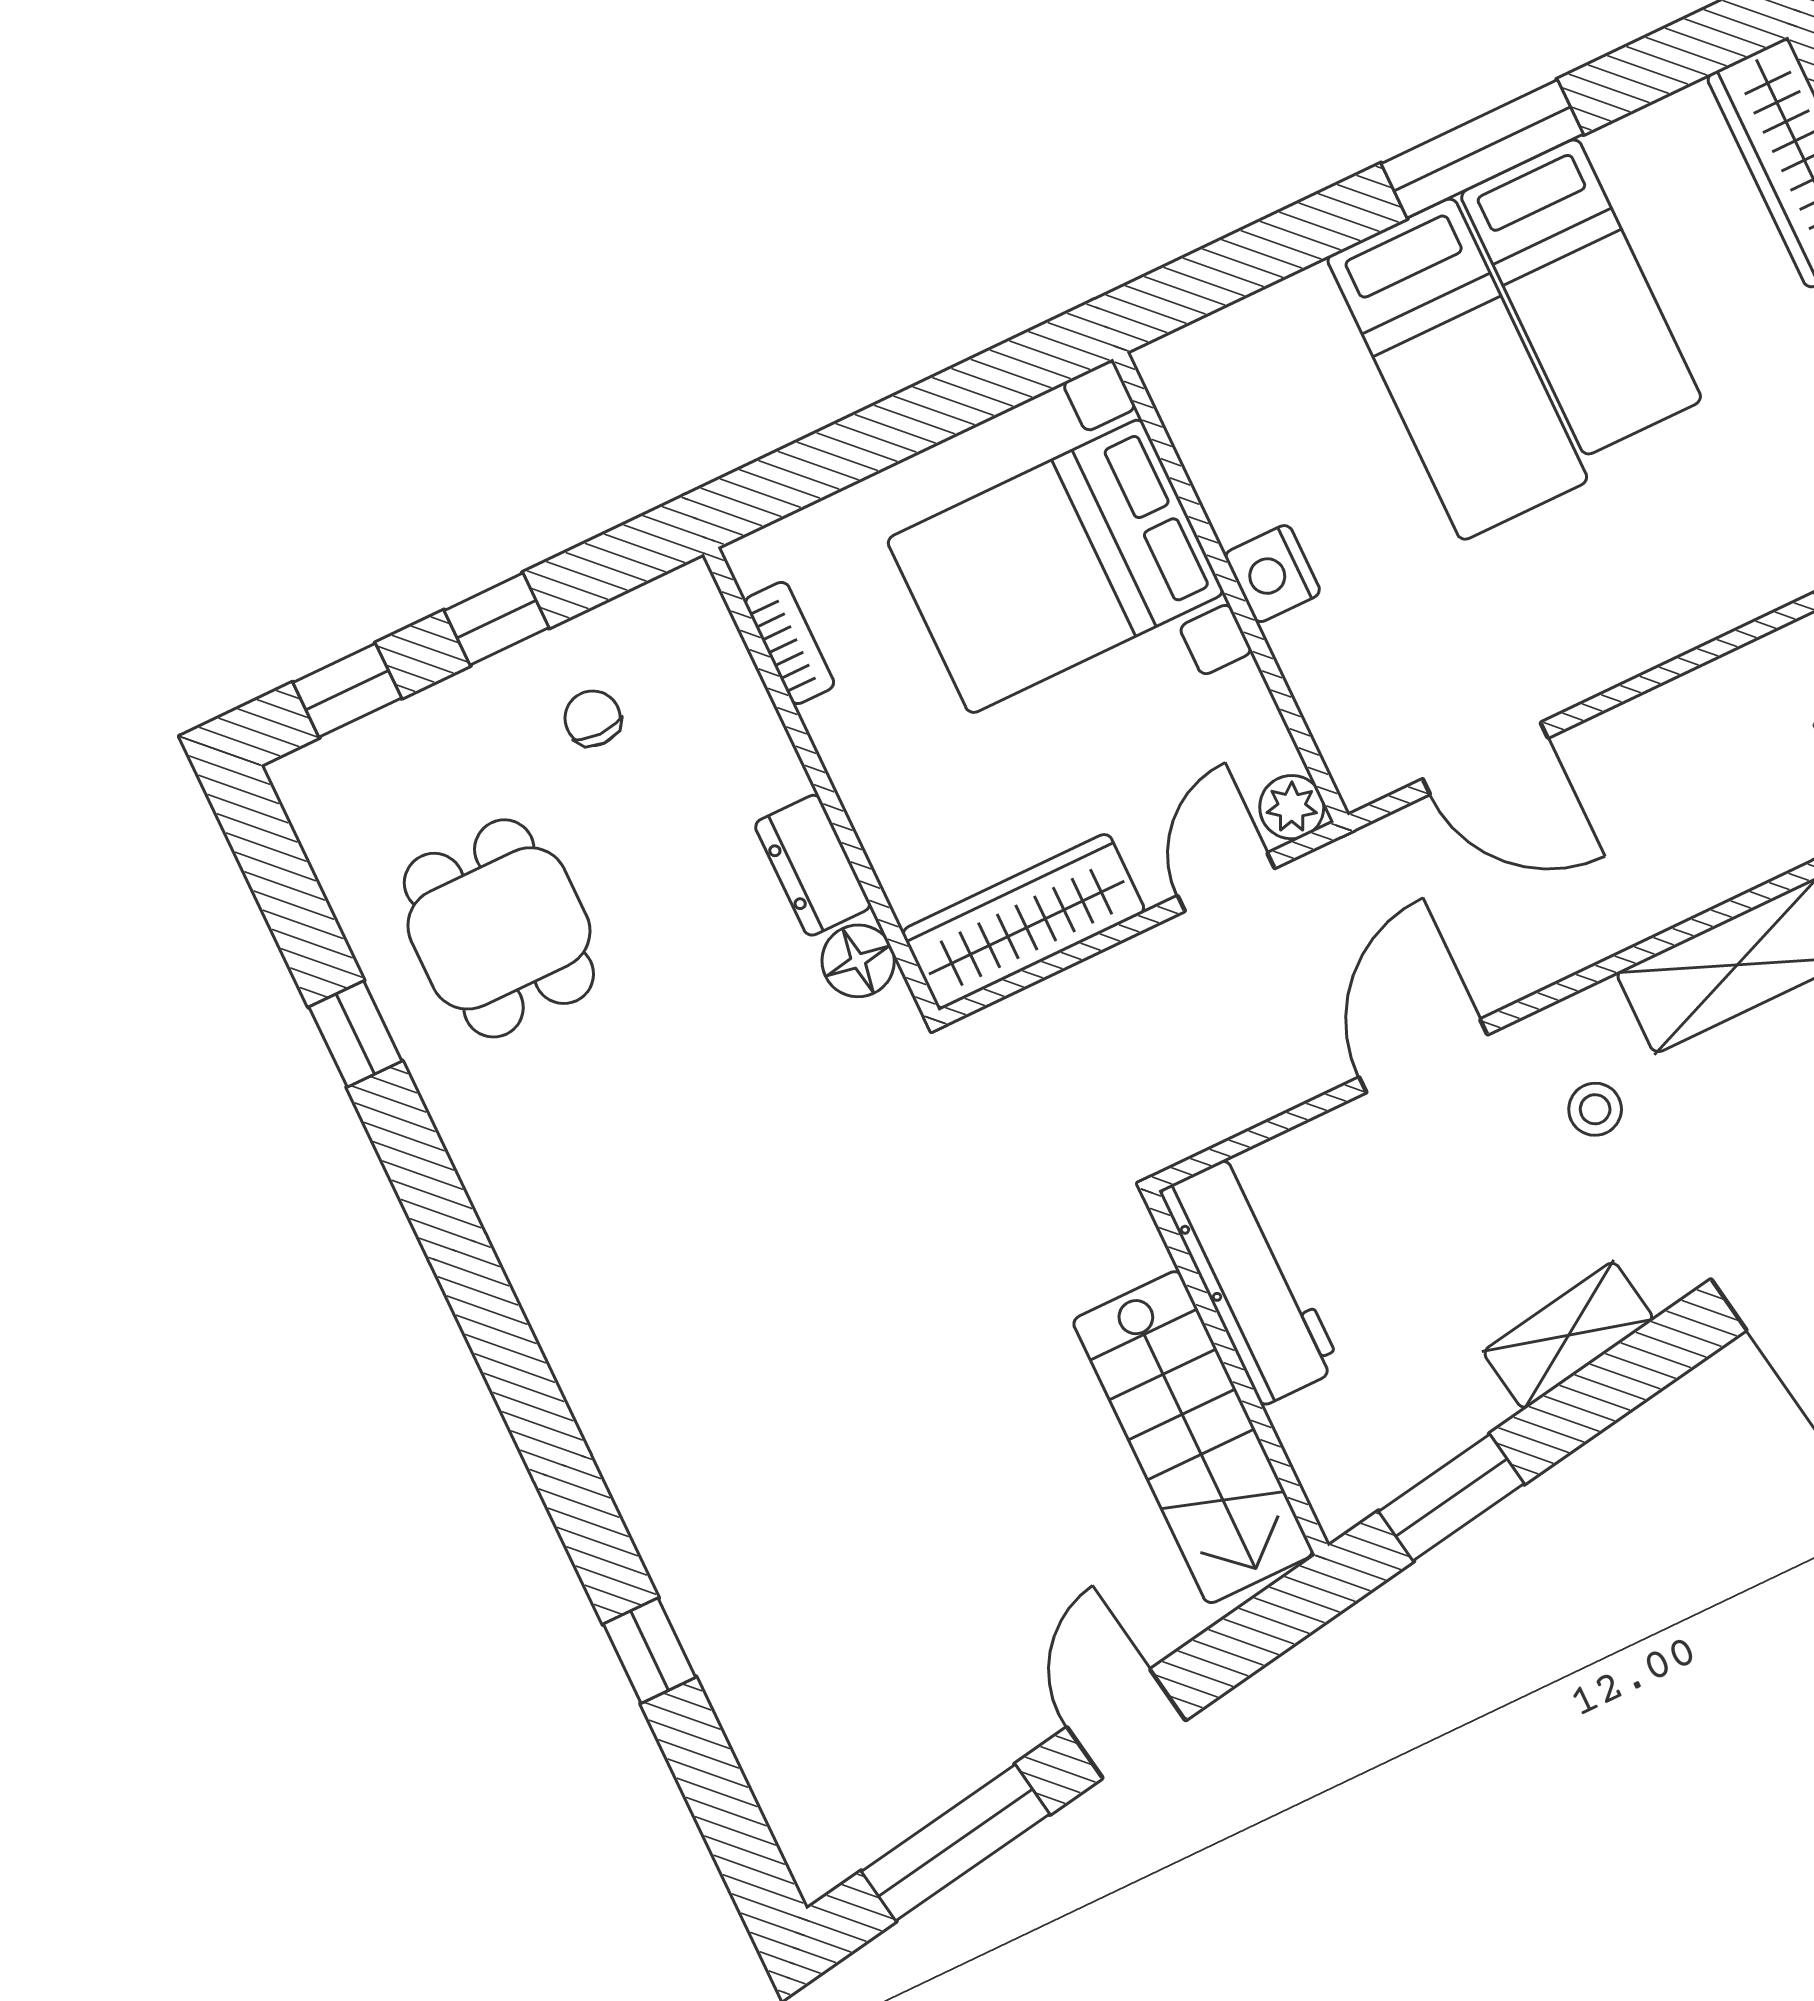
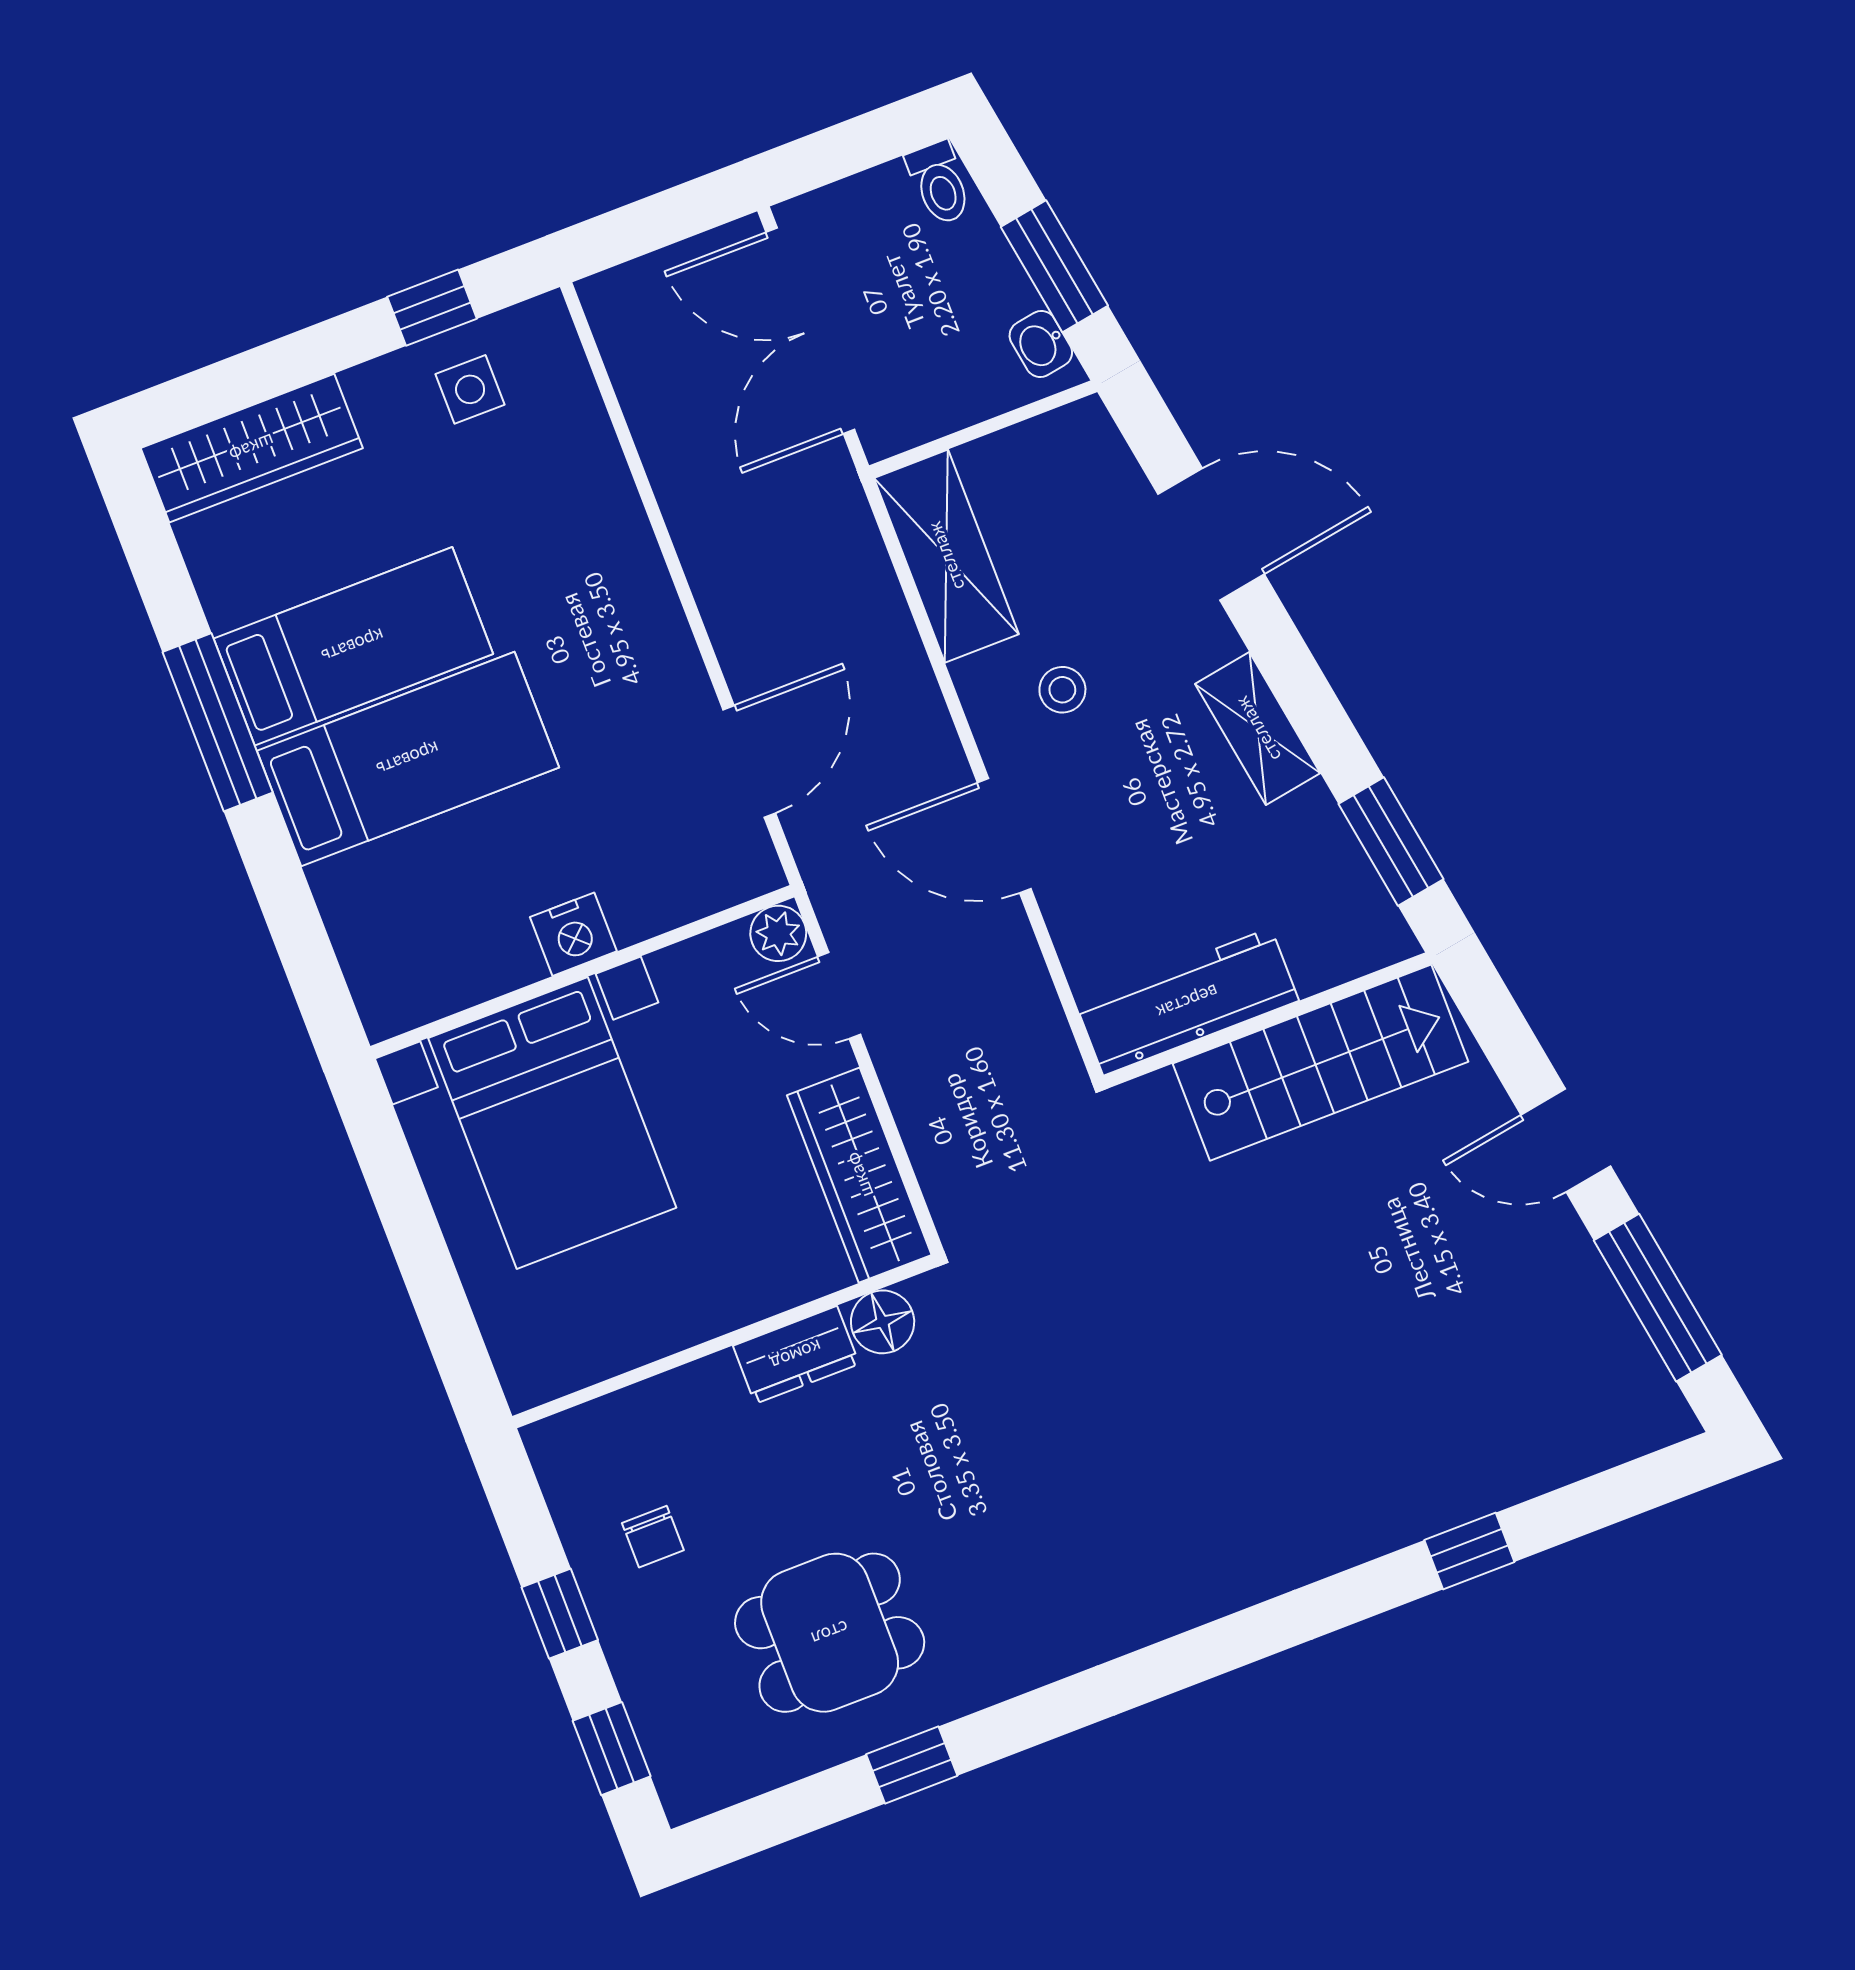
bookcase: (789, 643) -> (601, 1360), removed
chair: (593, 718) -> (653, 1537), turned -90

